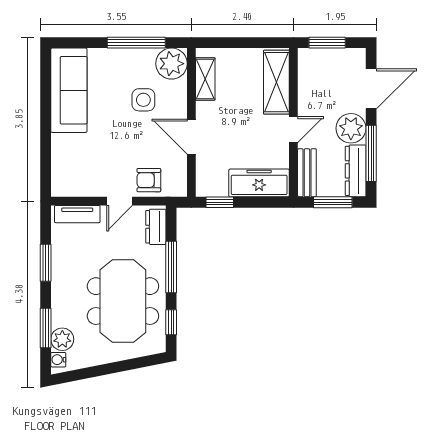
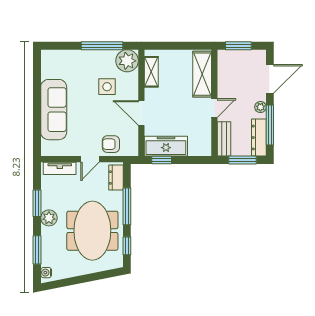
sofa: (69, 90) -> (54, 110), moved
plant: (351, 128) -> (260, 107), width x0.53, depth x0.53
freezer: (259, 183) -> (166, 146), moved
plant: (62, 339) -> (49, 218), moved

